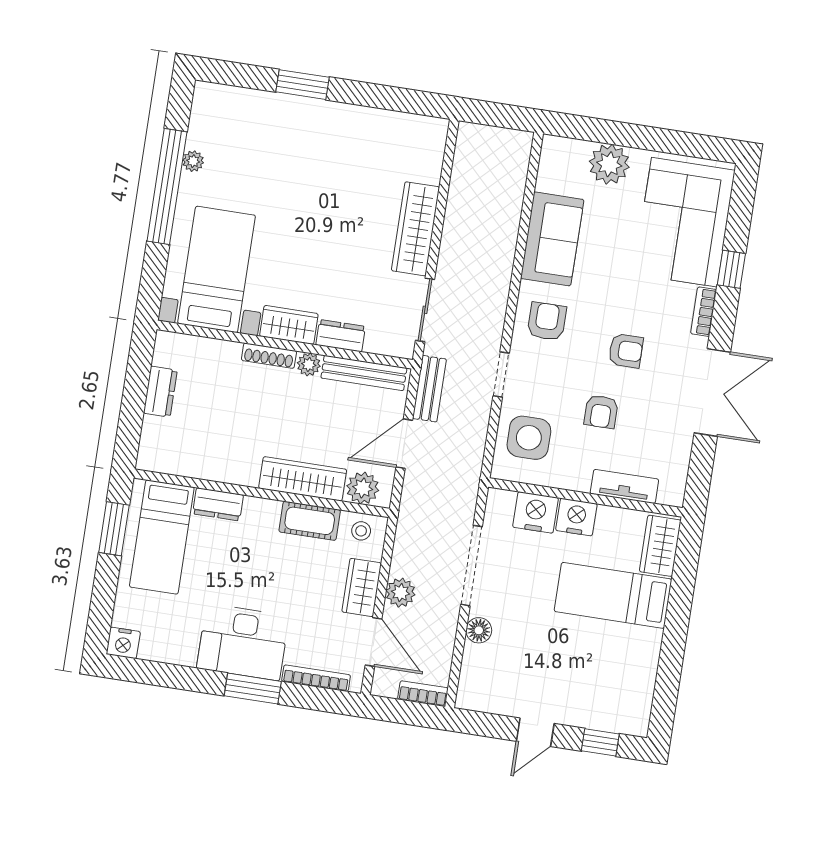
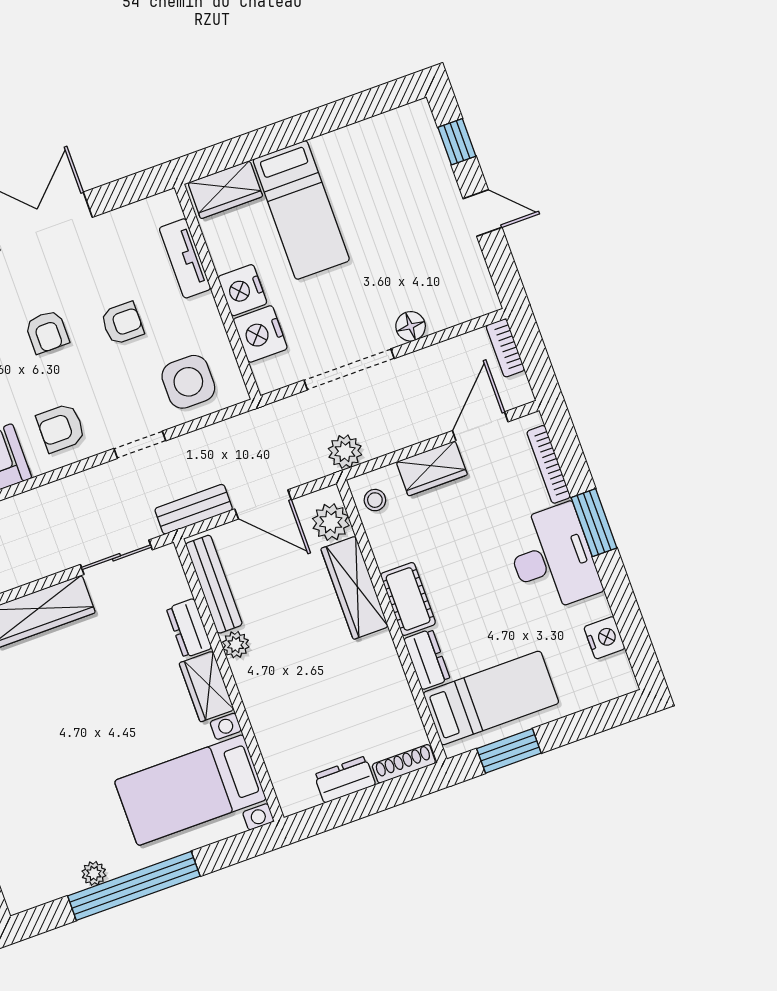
armchair: (626, 351) -> (47, 332), turned 180
shoe rack: (269, 356) -> (404, 764), moved, turned -90
cot: (310, 521) -> (408, 599), moved
plant: (401, 593) -> (345, 452), moved
nightstand: (123, 643) -> (604, 638), moved

